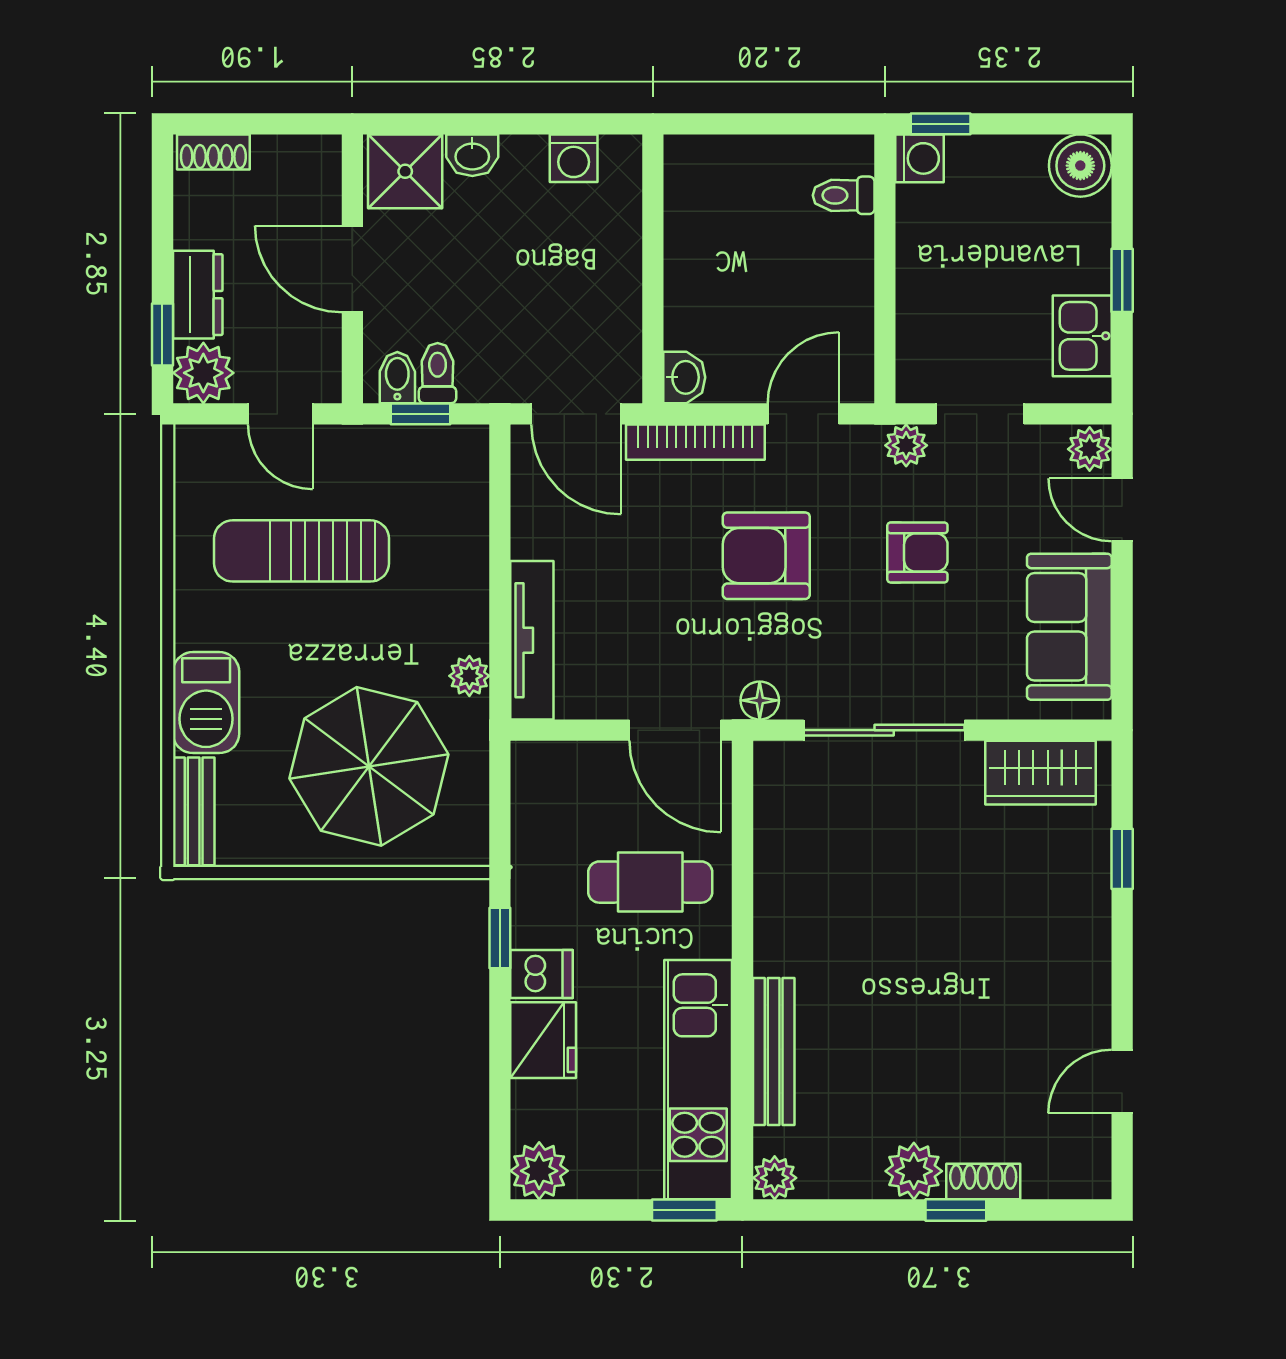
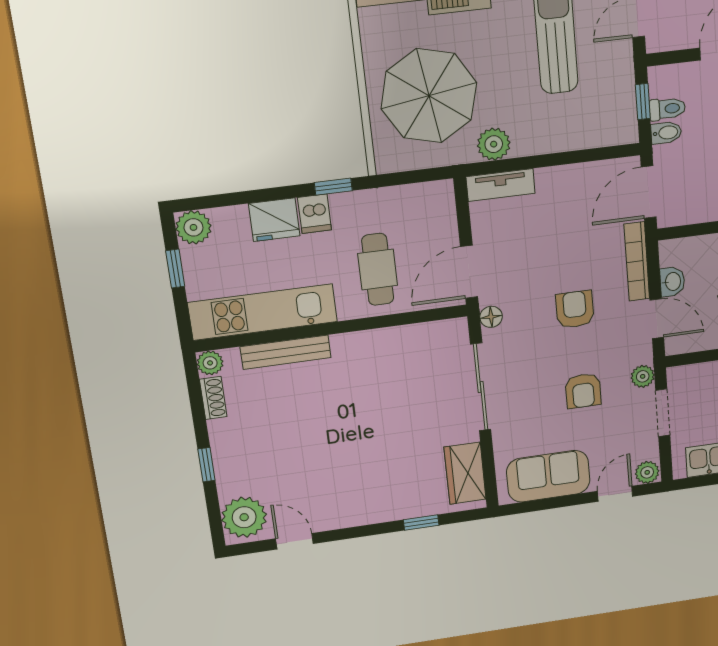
washbasin: (684, 377) -> (672, 282), moved, turned -90
bidet: (397, 378) -> (666, 133), moved
armchair: (766, 556) -> (575, 309), width x0.72, depth x0.72
tv unit: (532, 640) -> (501, 185), width x0.71
plant: (469, 676) -> (494, 144), width x1.38, depth x1.38
plant: (914, 1171) -> (244, 517), moved, width x1.36, depth x1.36
shoe rack: (983, 1182) -> (213, 398), moved
window: (684, 1210) -> (175, 269), moved

